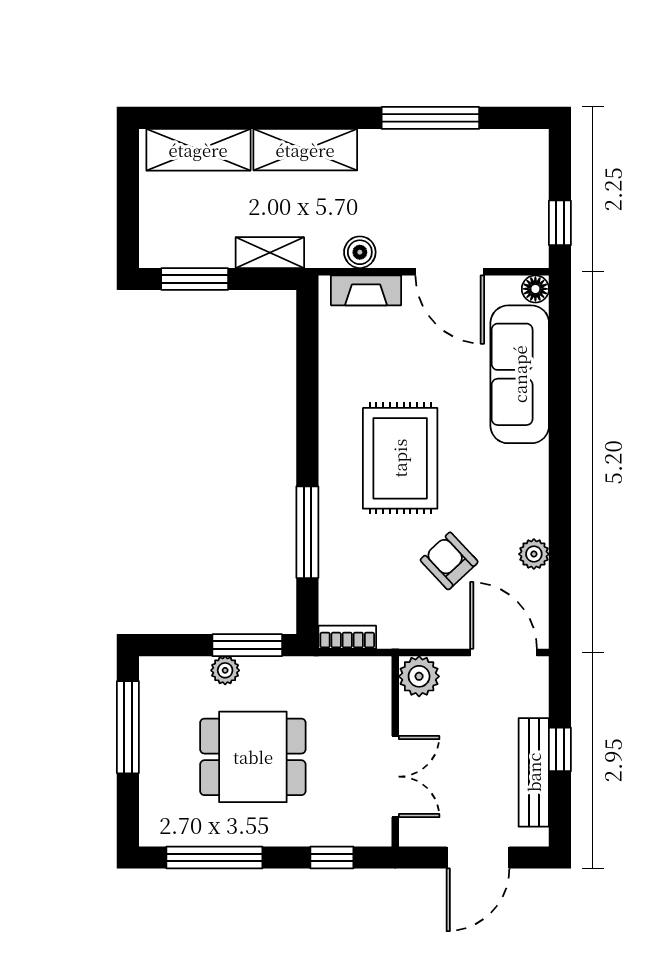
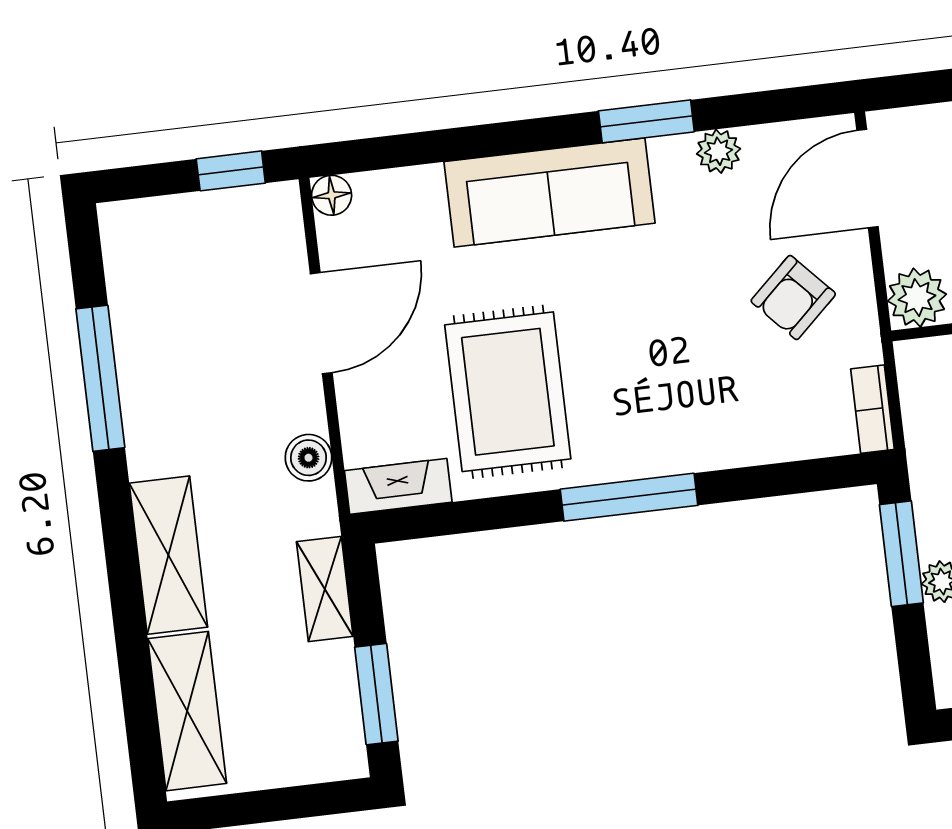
fireplace: (366, 290) -> (398, 486), moved, turned -90
sofa: (520, 374) -> (549, 192), moved
rug: (400, 458) -> (508, 392), moved, turned 90
window: (560, 508) -> (646, 121), added
window: (307, 532) -> (629, 497), moved
armchair: (449, 561) -> (793, 297), moved

